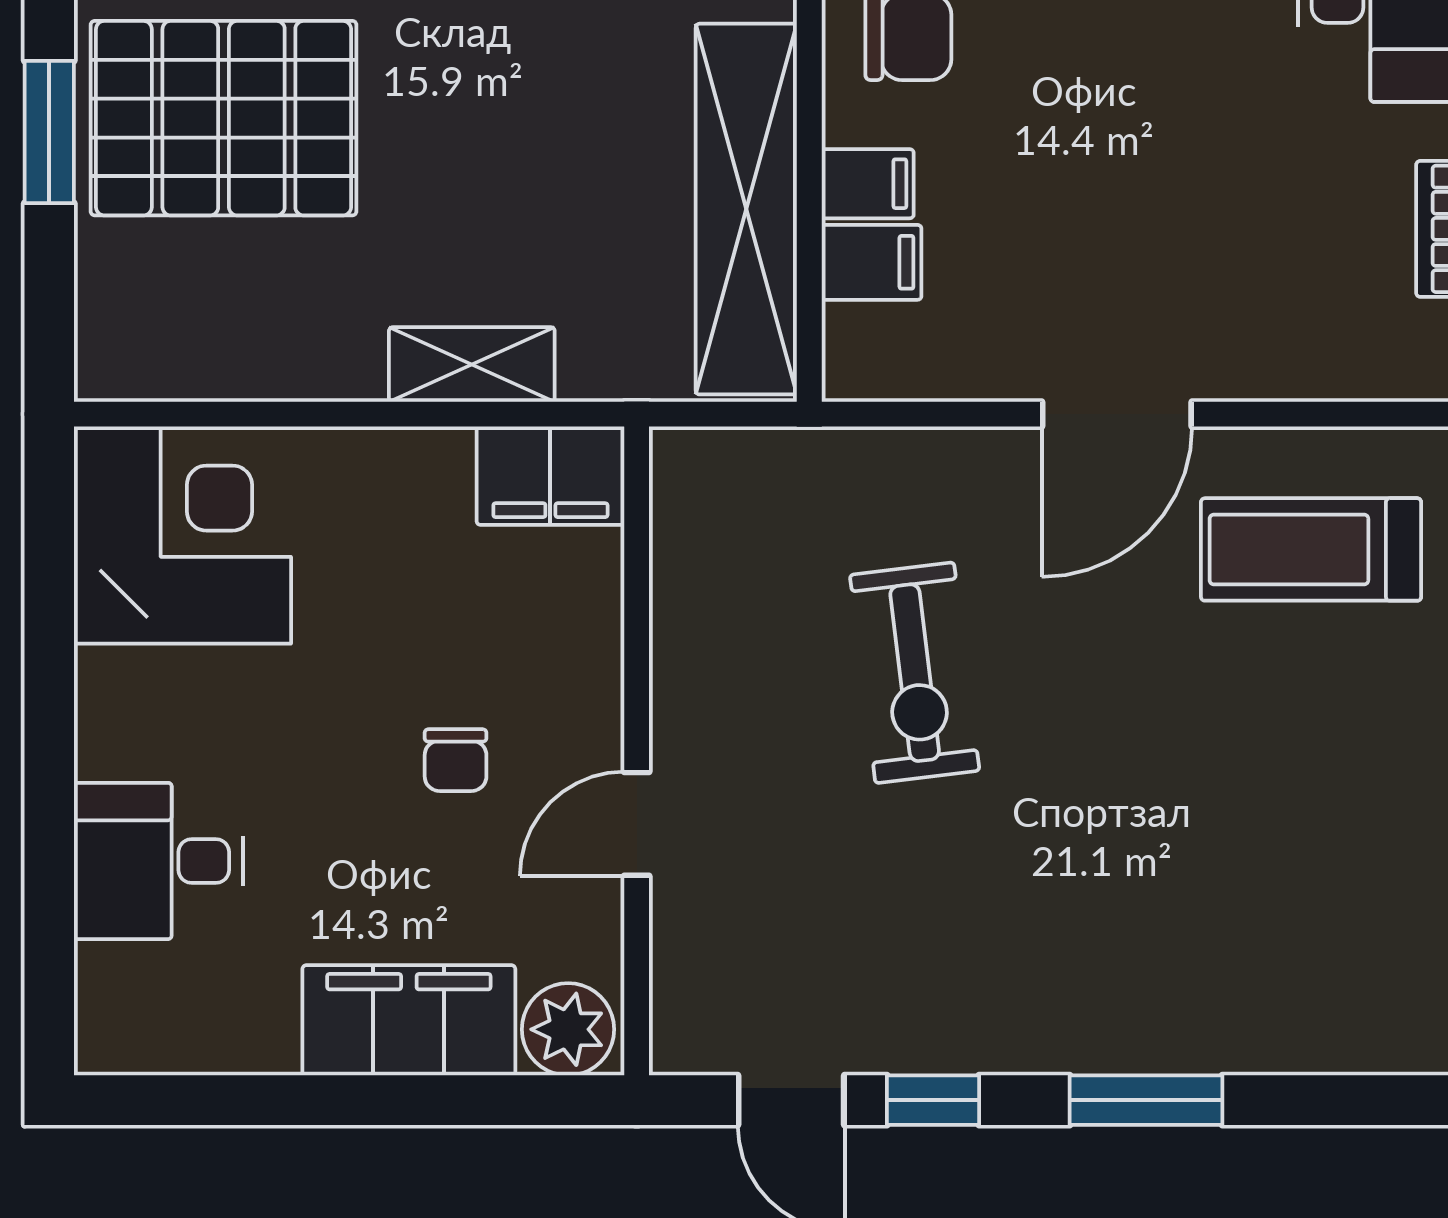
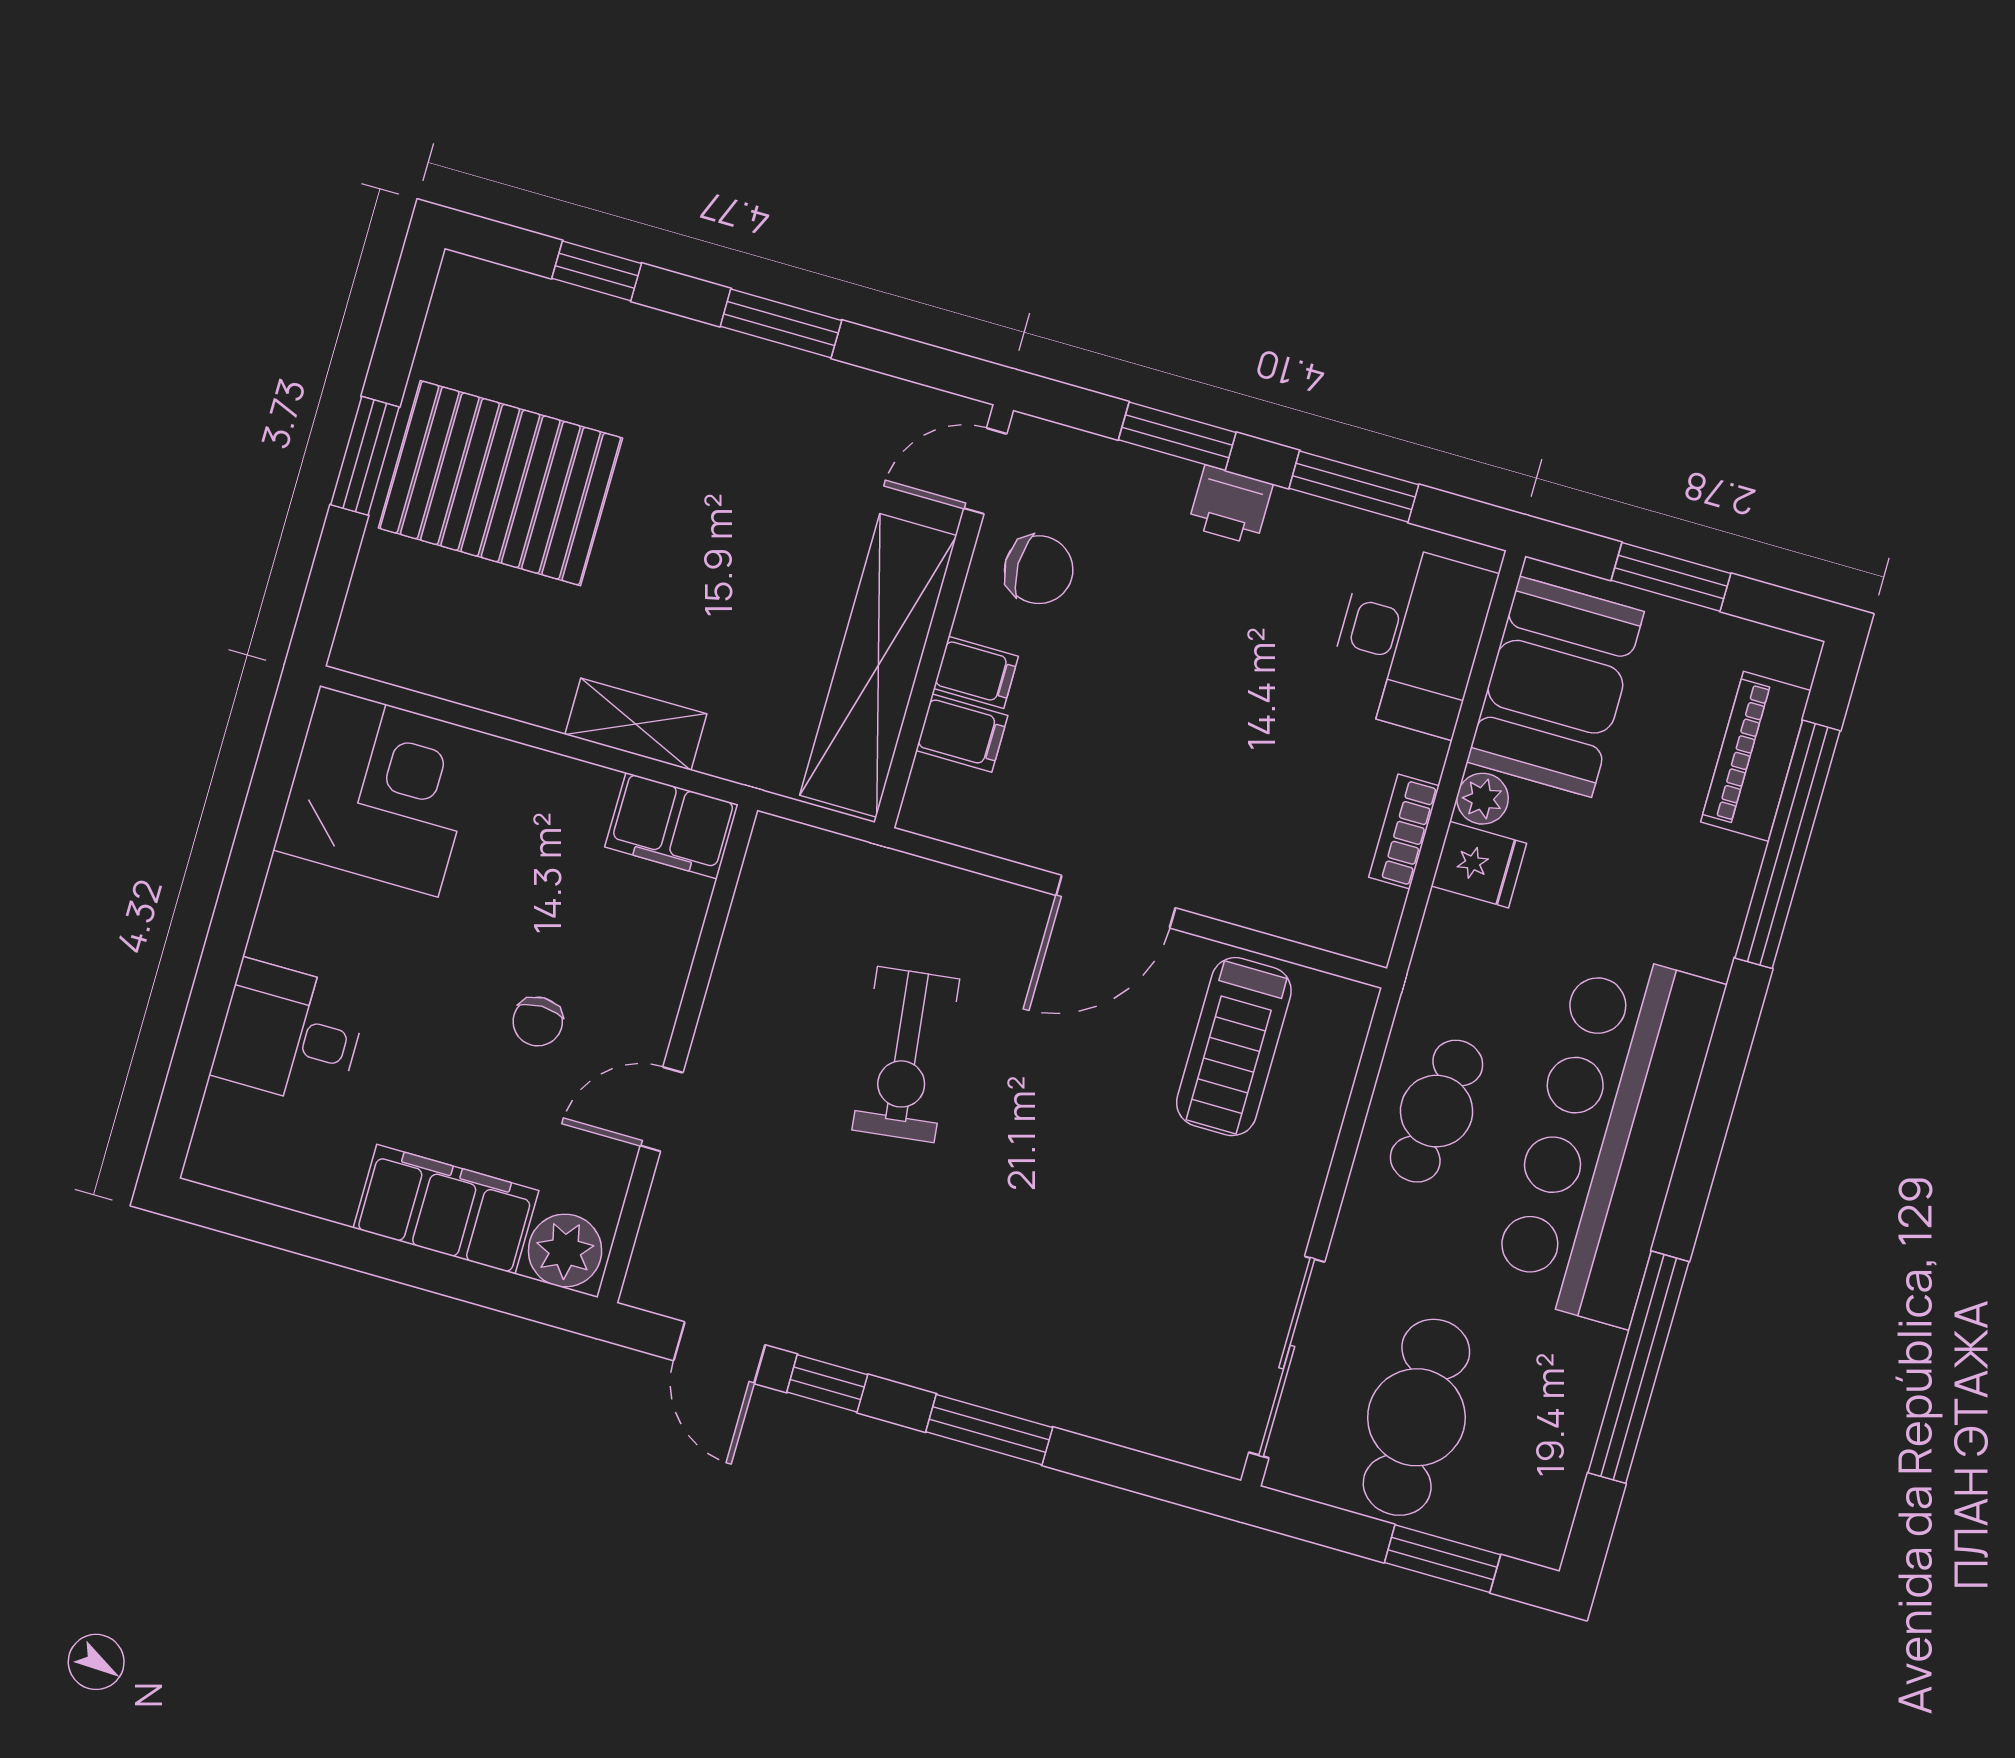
treadmill: (1311, 549) -> (1234, 1047), turned -90

